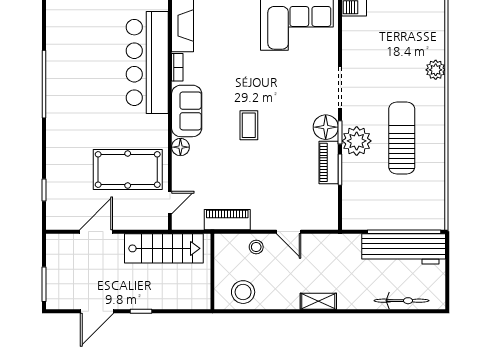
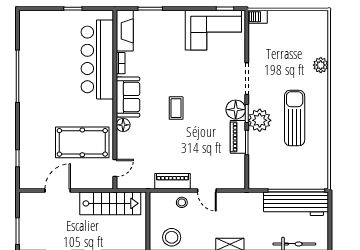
piano: (227, 220) -> (173, 181), moved

